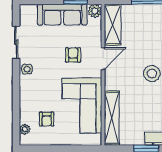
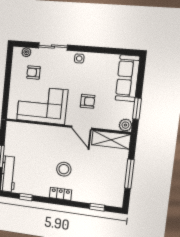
sofa: (62, 15) -> (128, 78), moved
sliding door: (16, 42) -> (53, 46), moved
shelving: (112, 118) -> (29, 130), removed

